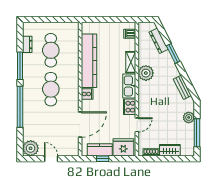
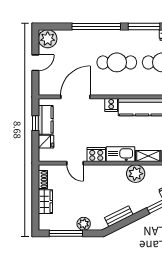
door: (80, 125) -> (75, 97), swing flipped
fridge: (123, 147) -> (46, 142), width x0.53, depth x0.75

